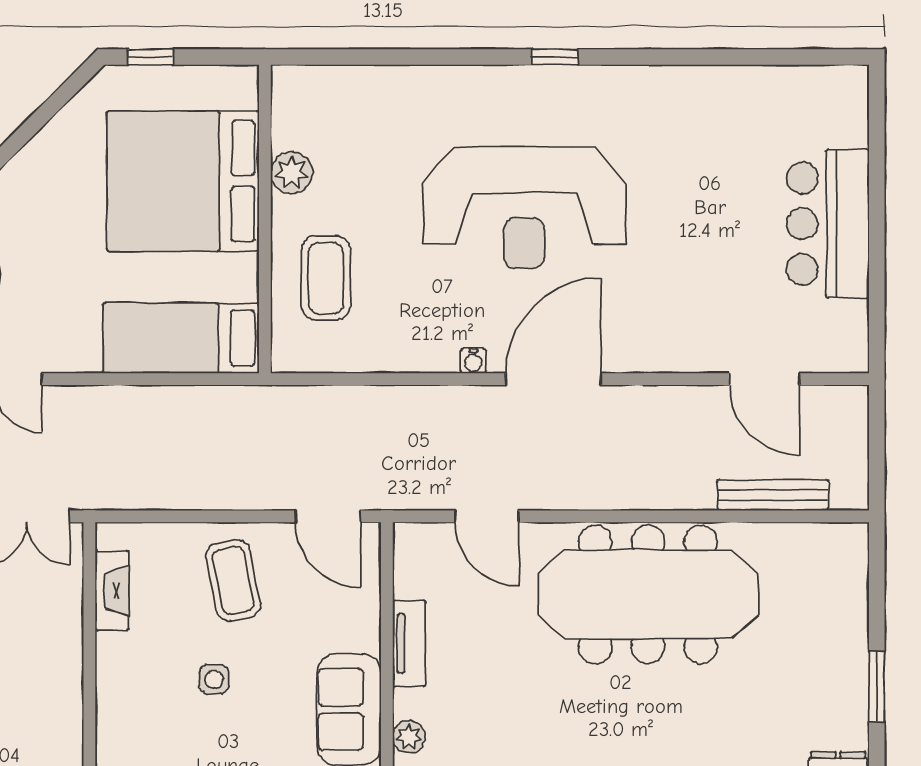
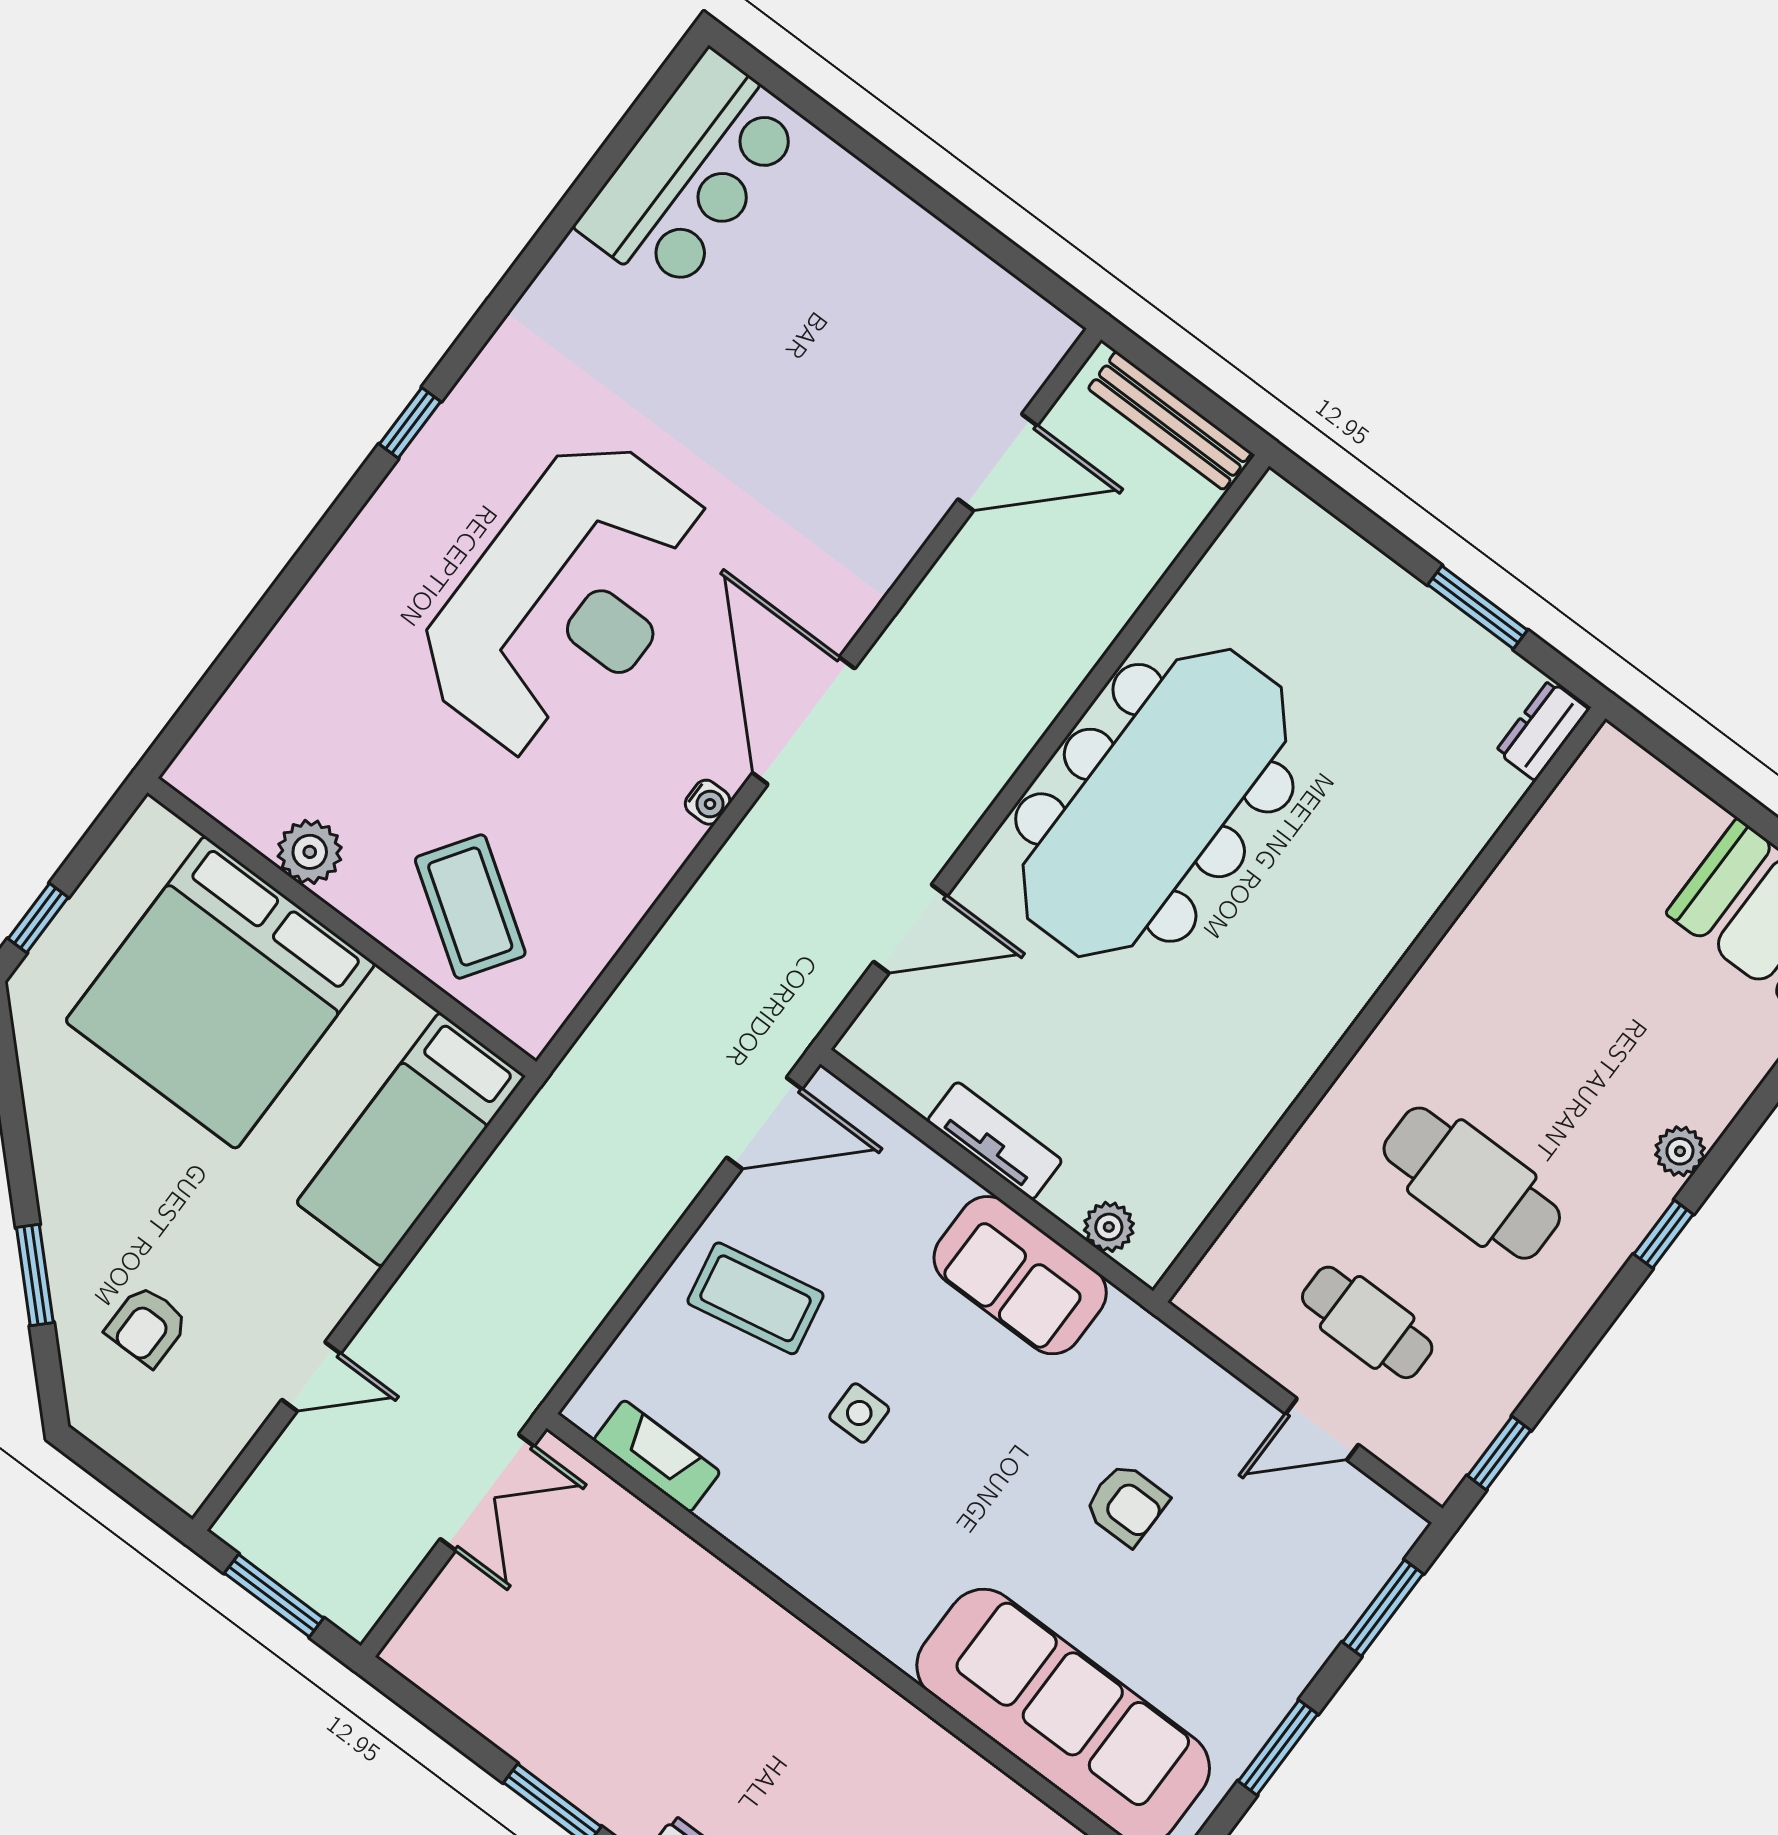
bar counter: (828, 224) -> (691, 174), moved, turned -90
coffee table: (326, 278) -> (470, 907), turned 34
bench: (773, 495) -> (1170, 421), moved, turned 90

